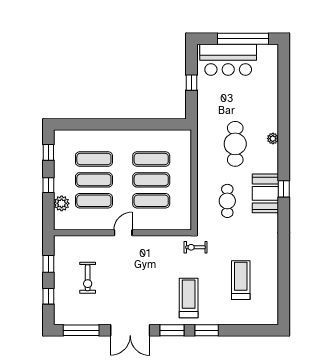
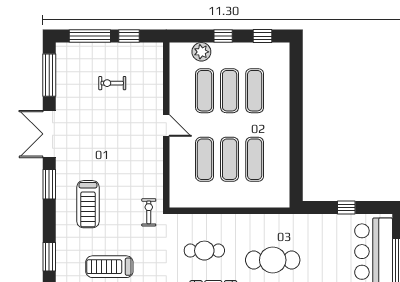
exercise bike: (88, 278) -> (112, 83), width x0.73, depth x0.72
treadmill: (241, 280) -> (109, 267), turned 180
window: (48, 296) -> (90, 36), width x2.17
treadmill: (189, 298) -> (88, 204), turned 90
window: (207, 330) -> (49, 257), moved

